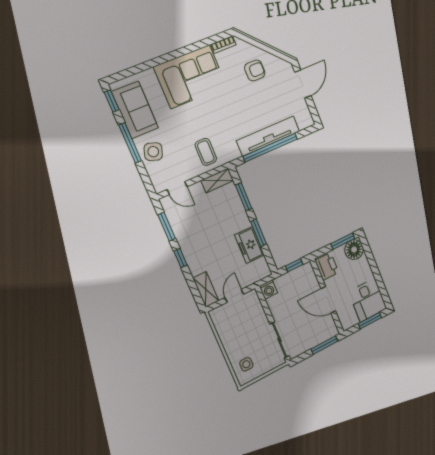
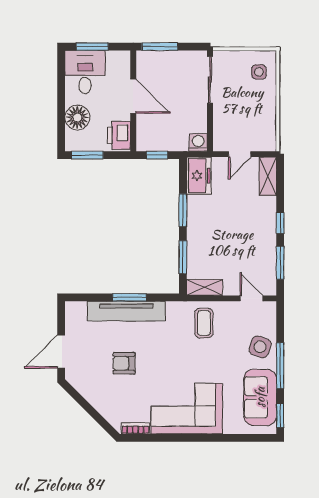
armchair: (255, 70) -> (124, 363), moved
window: (270, 148) -> (129, 297), width x0.47
freezer: (249, 245) -> (199, 176), moved
floor lamp: (354, 250) -> (77, 118), moved

